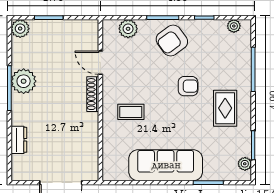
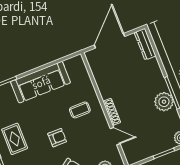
armchair: (188, 86) -> (57, 138), moved, turned 180
dresser: (19, 140) -> (145, 44), moved, width x1.44

